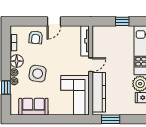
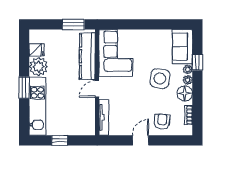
sofa: (33, 107) -> (183, 47), moved, turned 90

